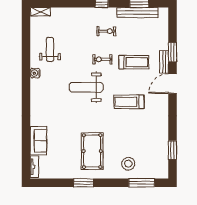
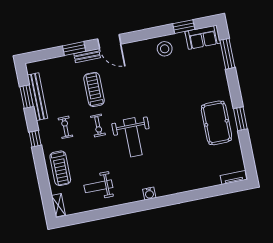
water cooler: (35, 73) -> (149, 193), moved
treadmill: (129, 102) -> (60, 168), moved
sofa: (38, 141) -> (203, 37), moved, turned 180
pool table: (92, 151) -> (216, 123), moved, turned 90
stool: (128, 164) -> (165, 49), moved

